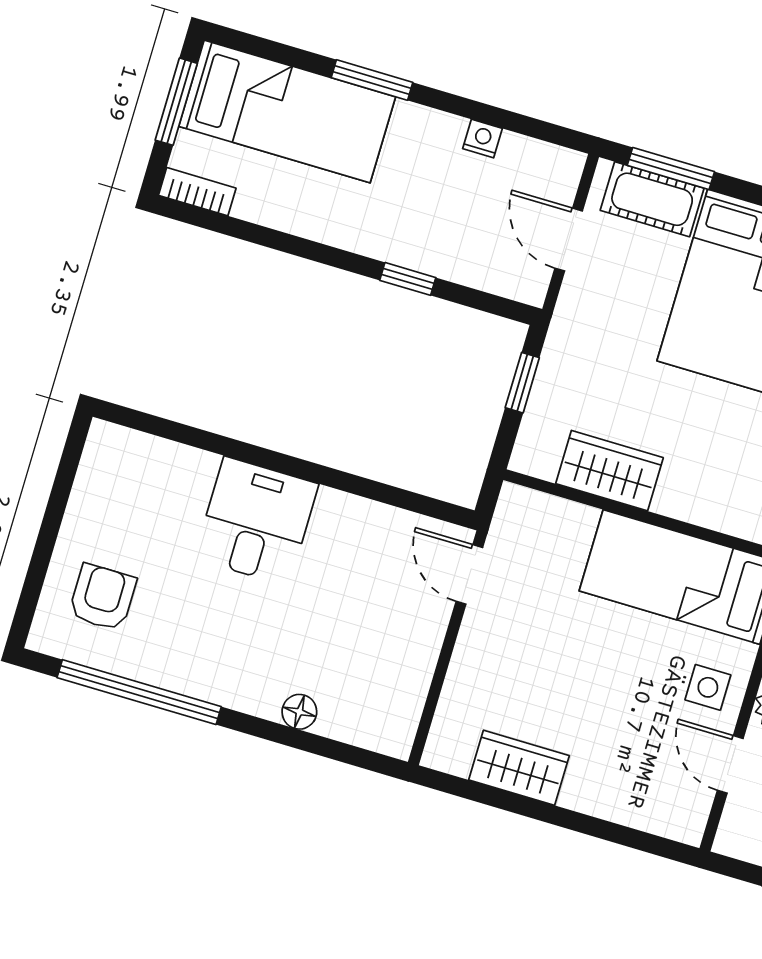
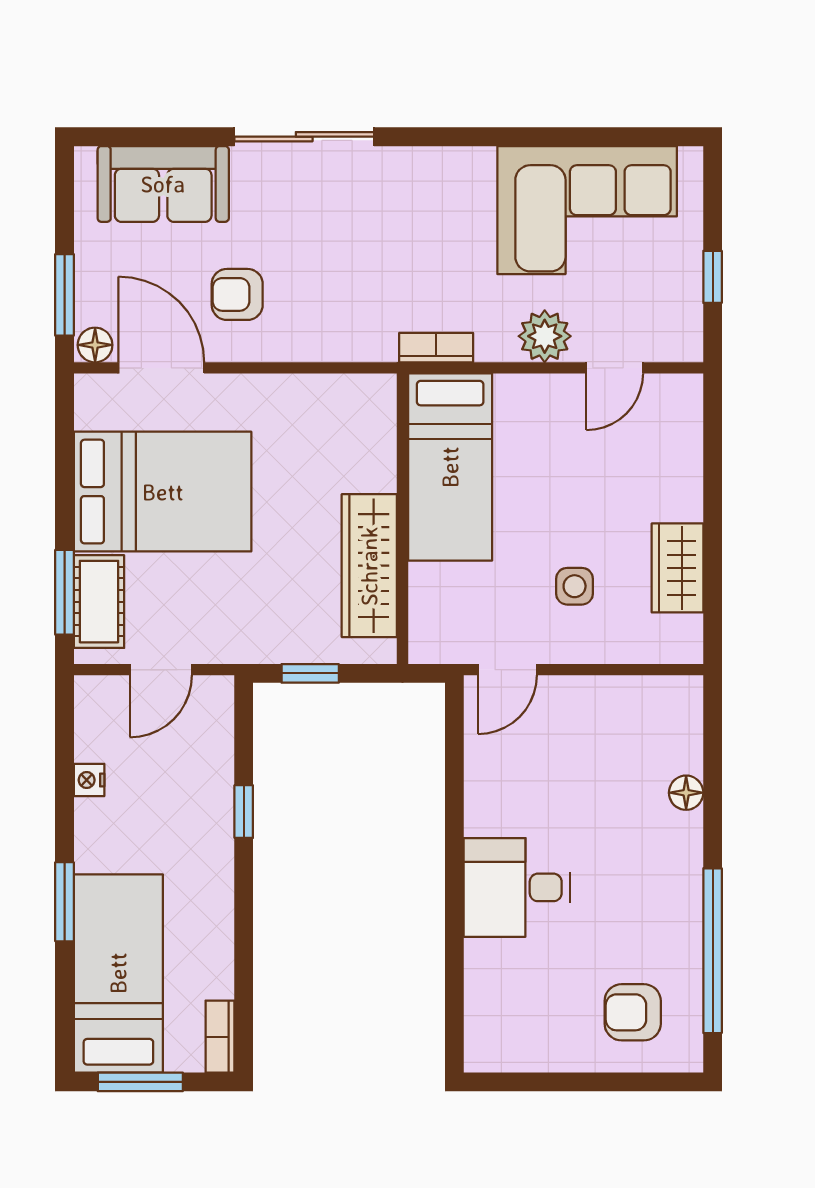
wardrobe: (609, 471) -> (369, 566), width x1.50
side table: (708, 687) -> (575, 586), moved

